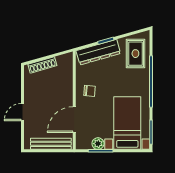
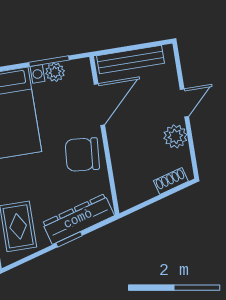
shoe rack: (42, 65) -> (171, 181), width x0.70
chair: (90, 91) -> (82, 155), width x1.87, depth x1.87
plant: (31, 93) -> (175, 136), added

